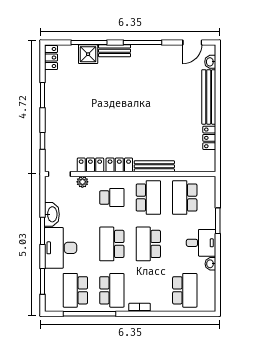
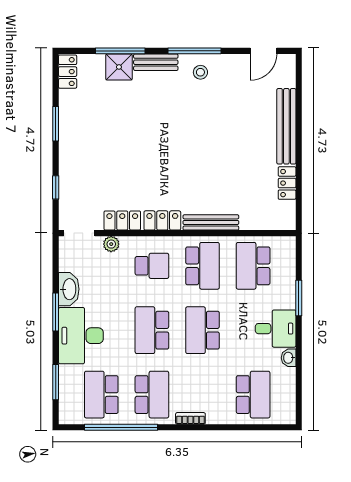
stool: (147, 58) -> (200, 72), added
washbasin: (210, 62) -> (288, 78), removed

